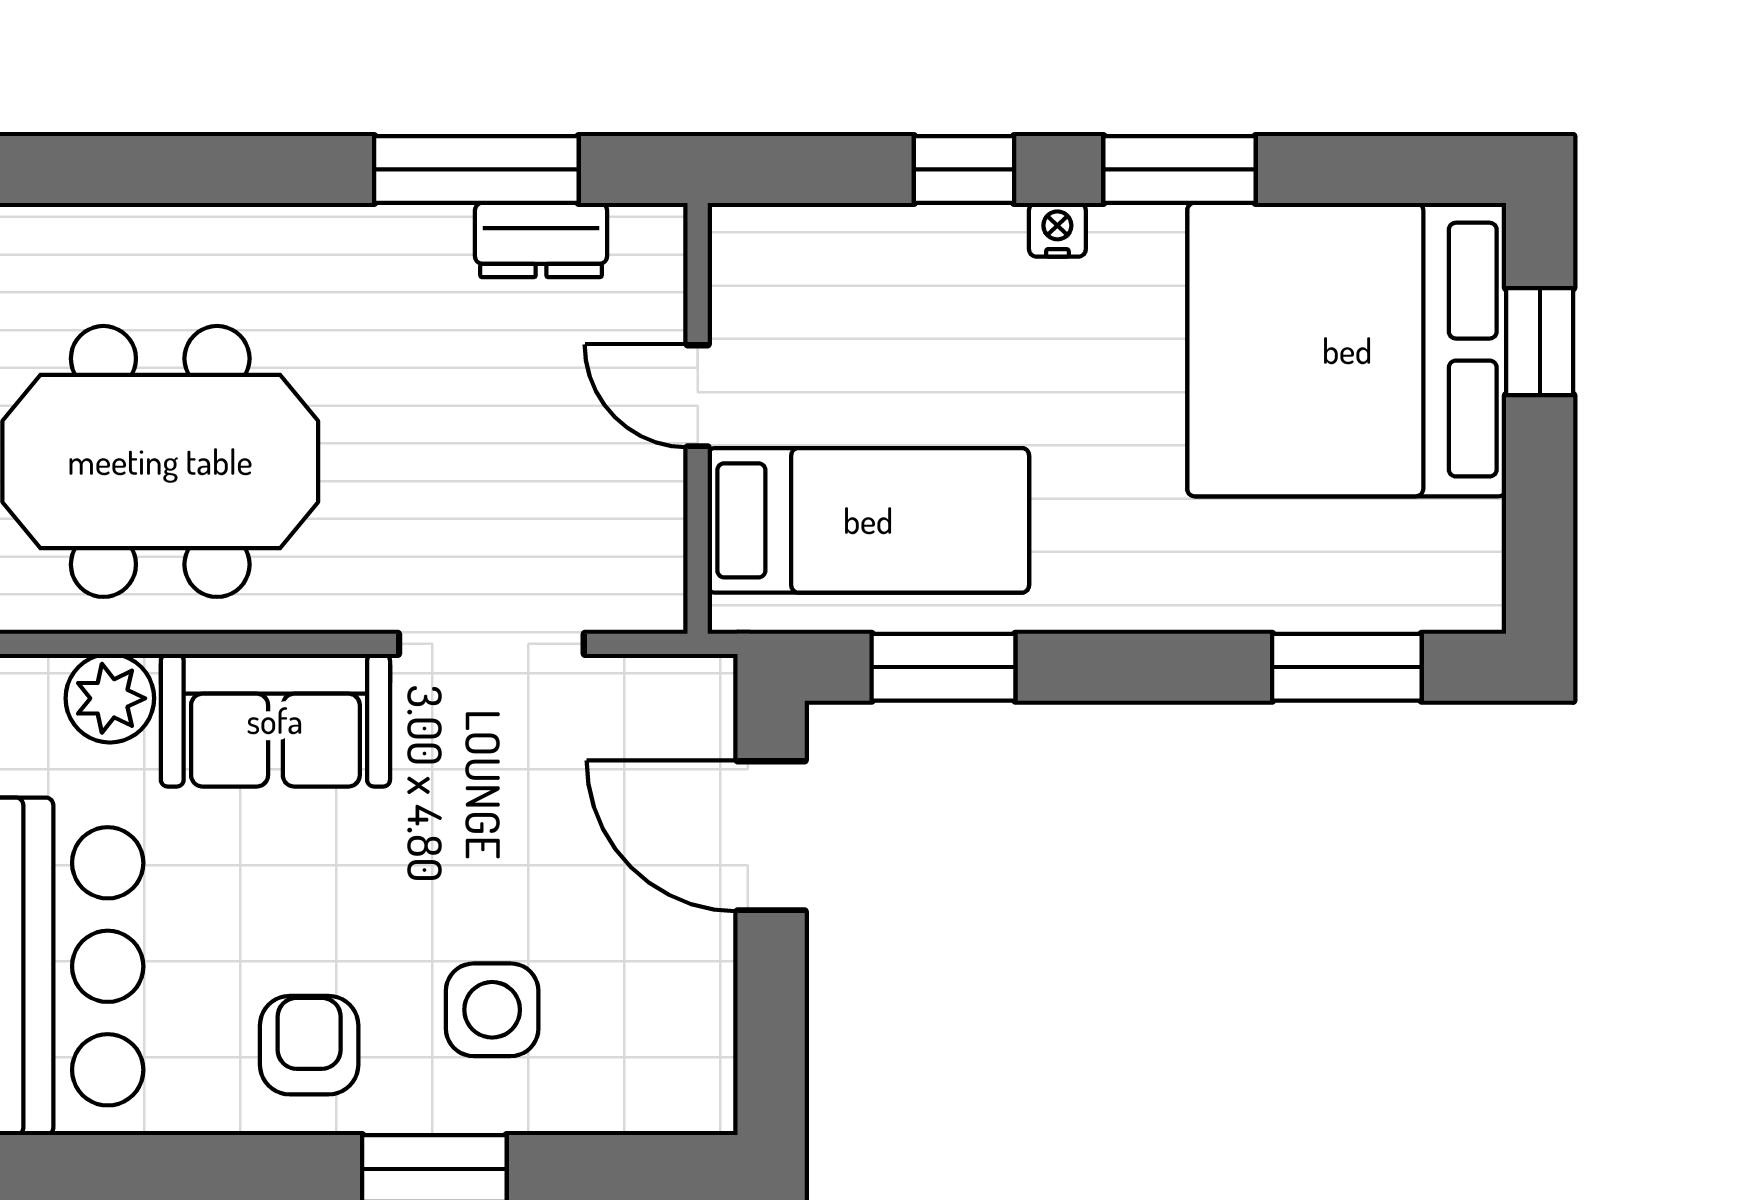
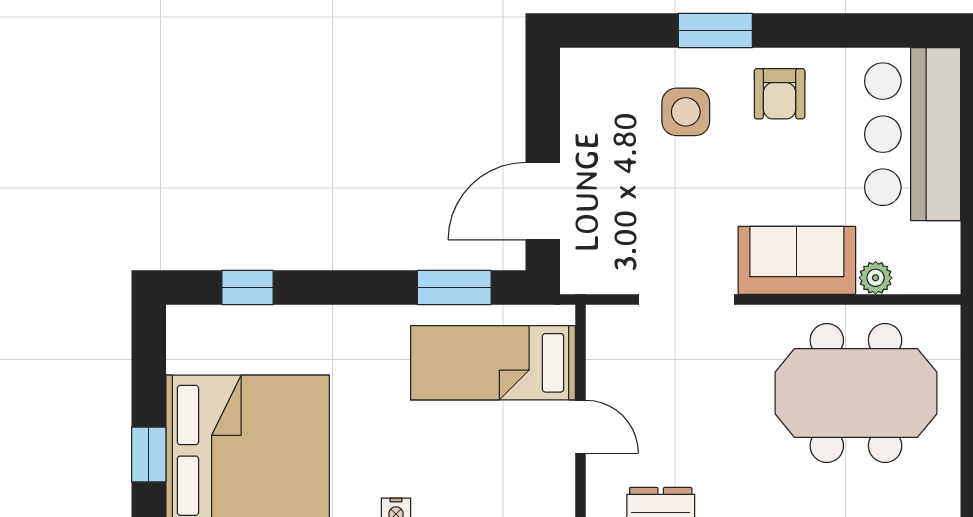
window: (1347, 667) -> (247, 287), width x0.67
plant: (110, 698) -> (876, 278), width x0.73, depth x0.73
door: (771, 836) -> (543, 201), swing flipped

